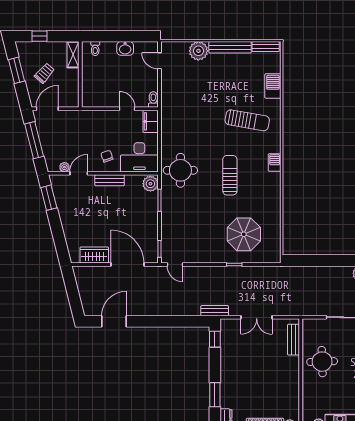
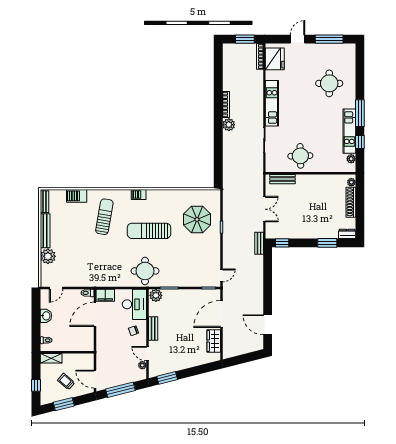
door: (127, 109) -> (95, 314), width x1.88
sun lounger: (230, 175) -> (149, 231), width x1.36, depth x1.34

